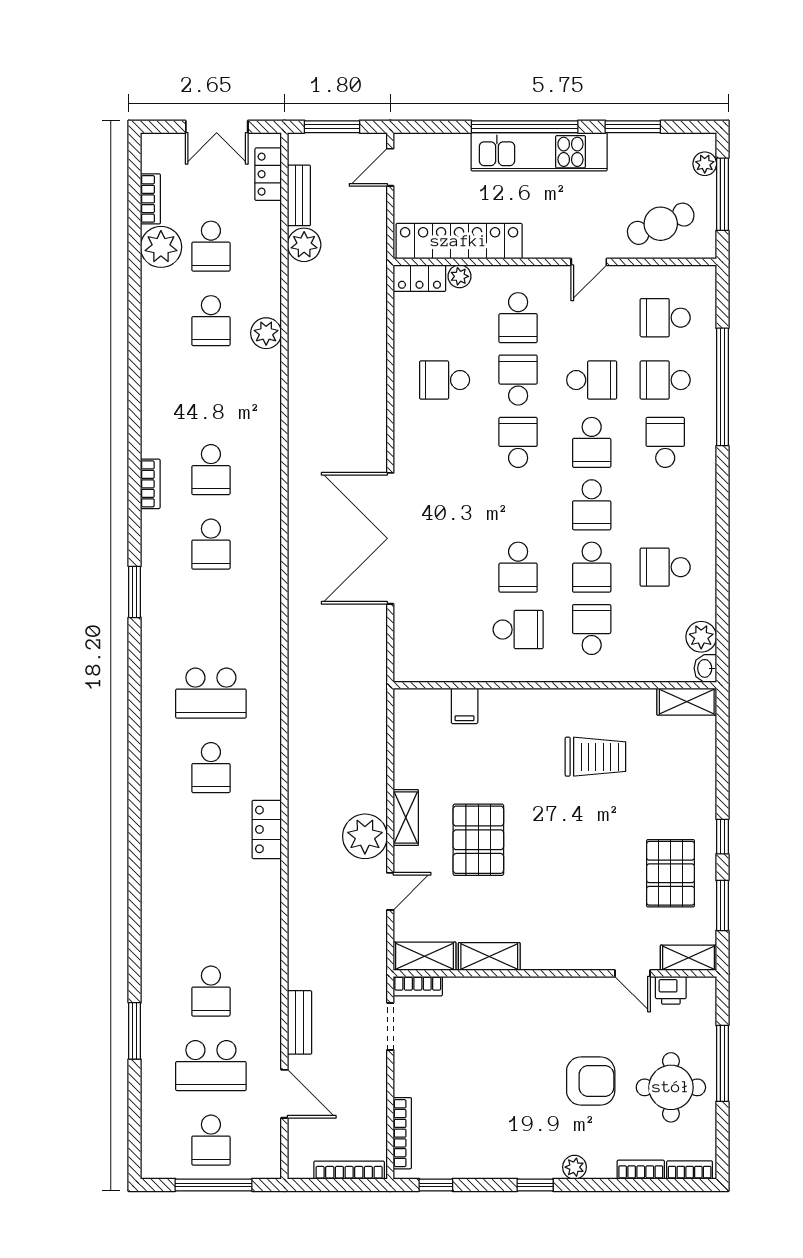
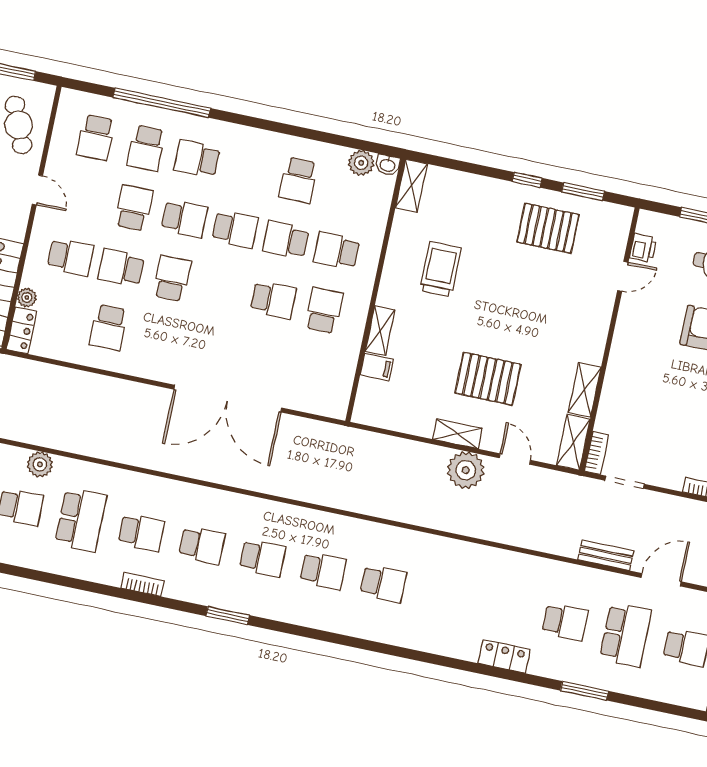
school desk: (211, 395) -> (81, 520), added
school desk: (518, 442) -> (172, 278), turned 90
school desk: (592, 567) -> (286, 240), turned 180
school desk: (211, 619) -> (262, 558), added
school desk: (211, 693) -> (323, 571), width x0.54
locker: (267, 829) -> (504, 656), moved, turned 180
shelving: (688, 958) -> (380, 331), moved

